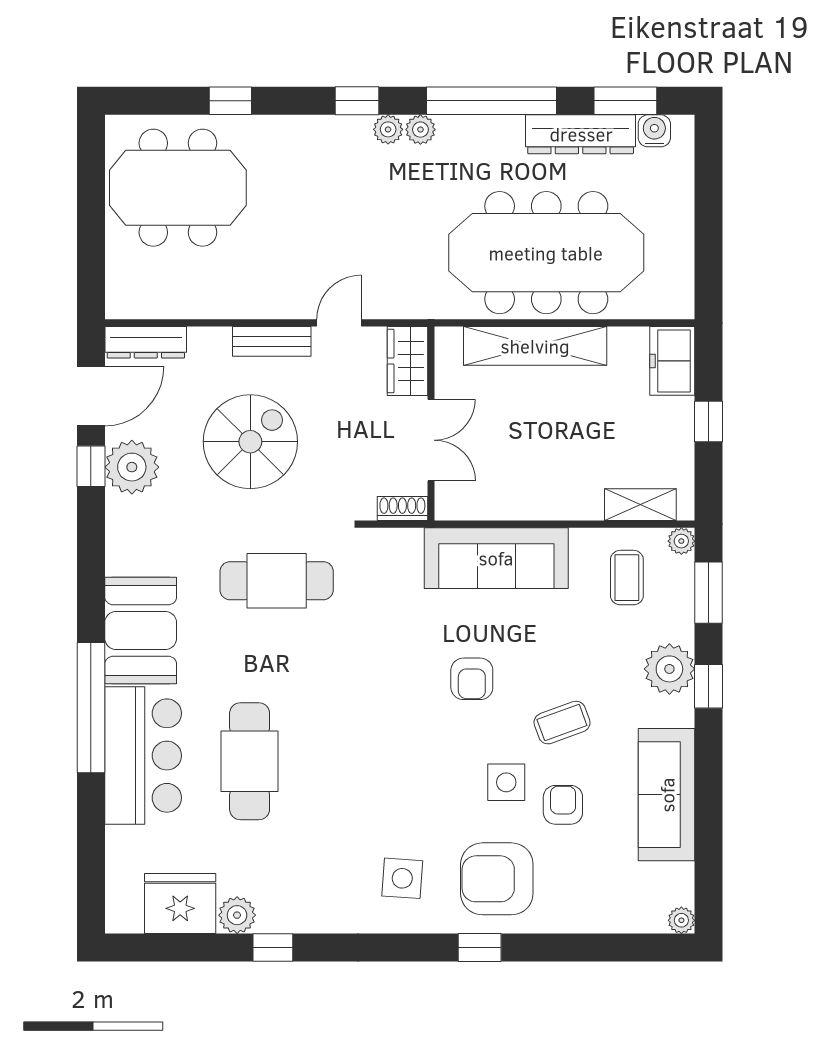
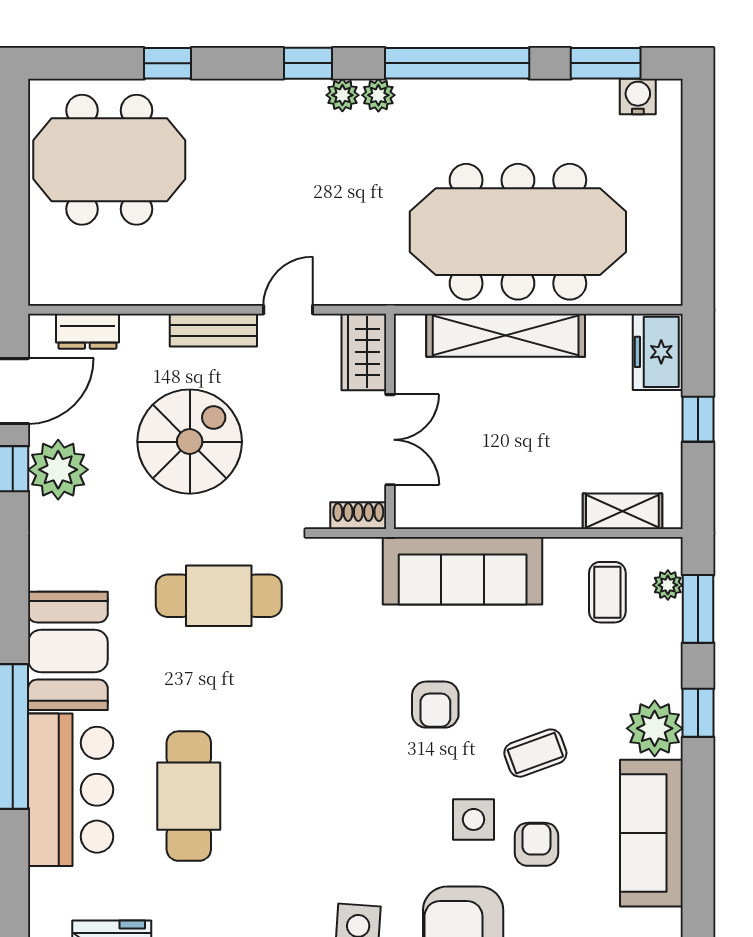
dresser: (581, 134) -> (556, 100), removed
dresser: (146, 342) -> (87, 331), width x0.70
plant: (681, 541) -> (668, 585), moved
plant: (669, 669) -> (655, 728), moved

